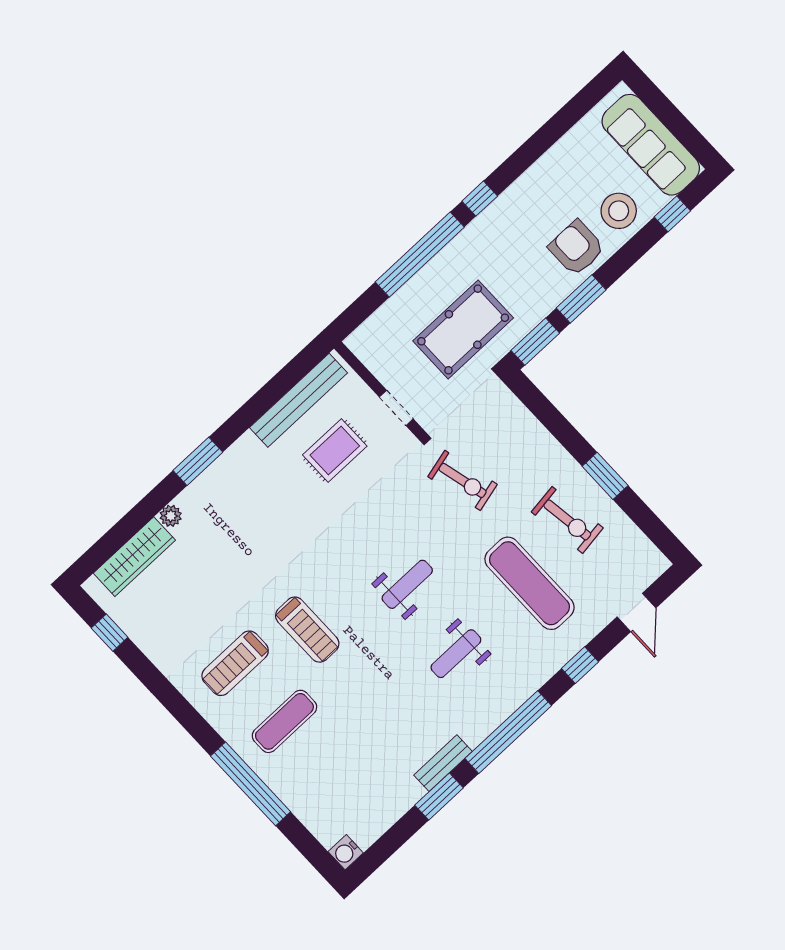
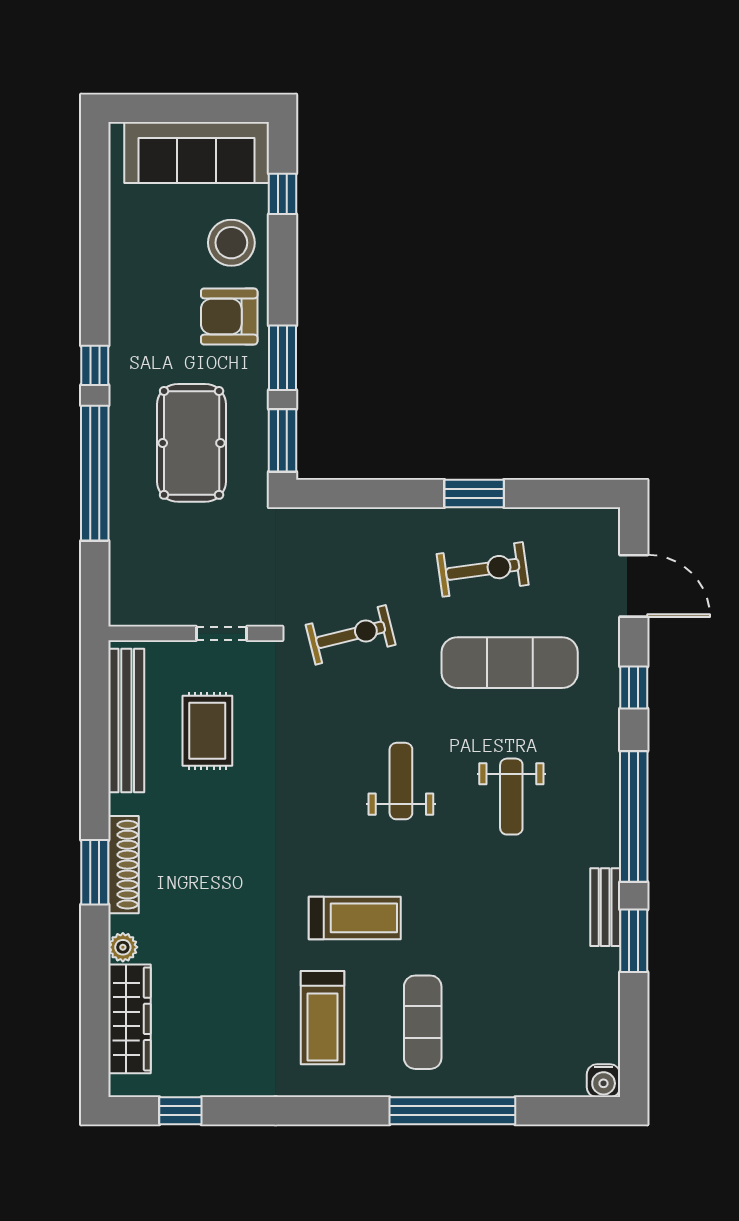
pool table: (463, 329) -> (192, 443), moved
shoe rack: (217, 473) -> (124, 865), added
door: (636, 612) -> (634, 586), width x1.38

